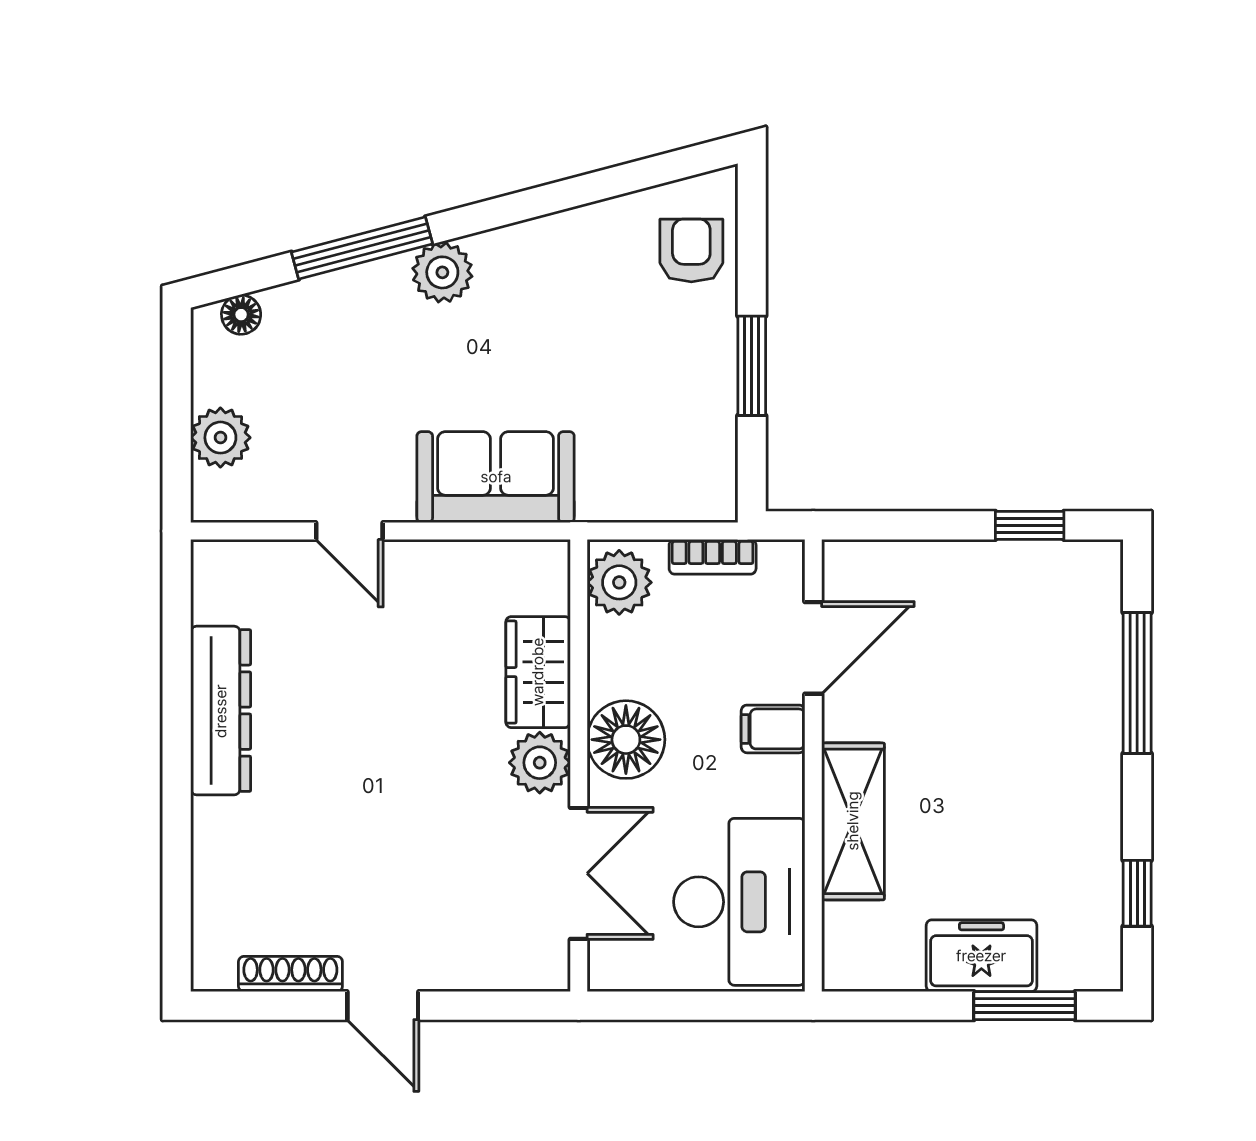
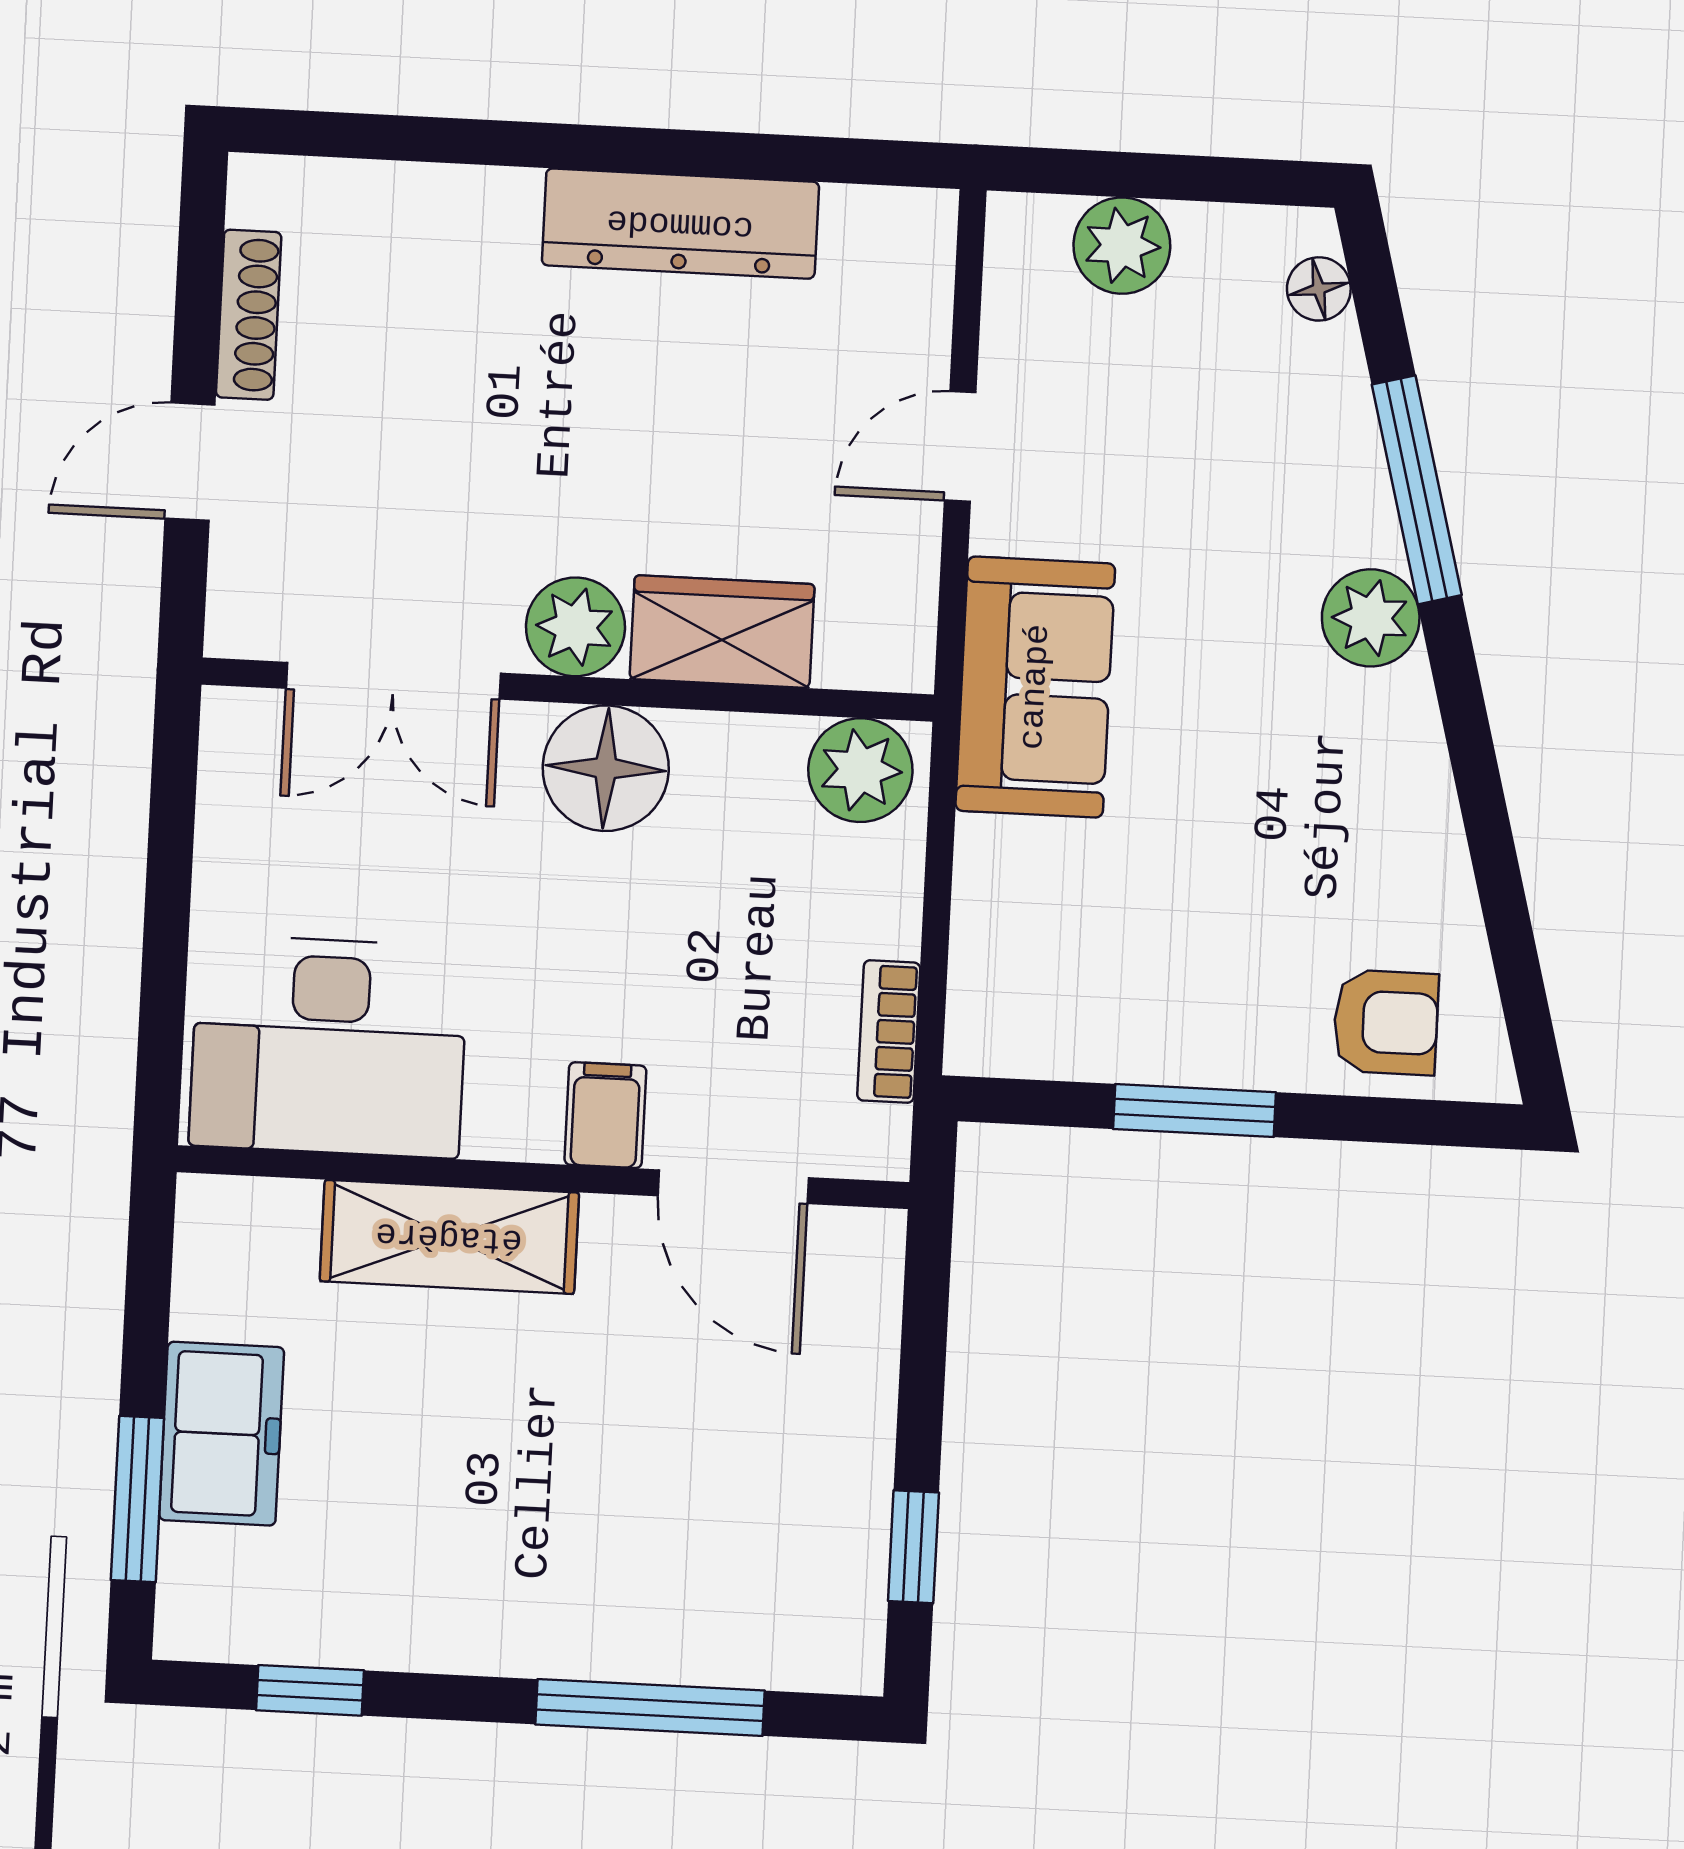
plant: (619, 582) -> (860, 770), moved
wardrobe: (538, 672) -> (722, 632), moved
floor lamp: (626, 740) -> (606, 768), moved
plant: (540, 763) -> (575, 627), moved
wall: (579, 766) -> (568, 690), moved
double door: (579, 873) -> (393, 681), moved

